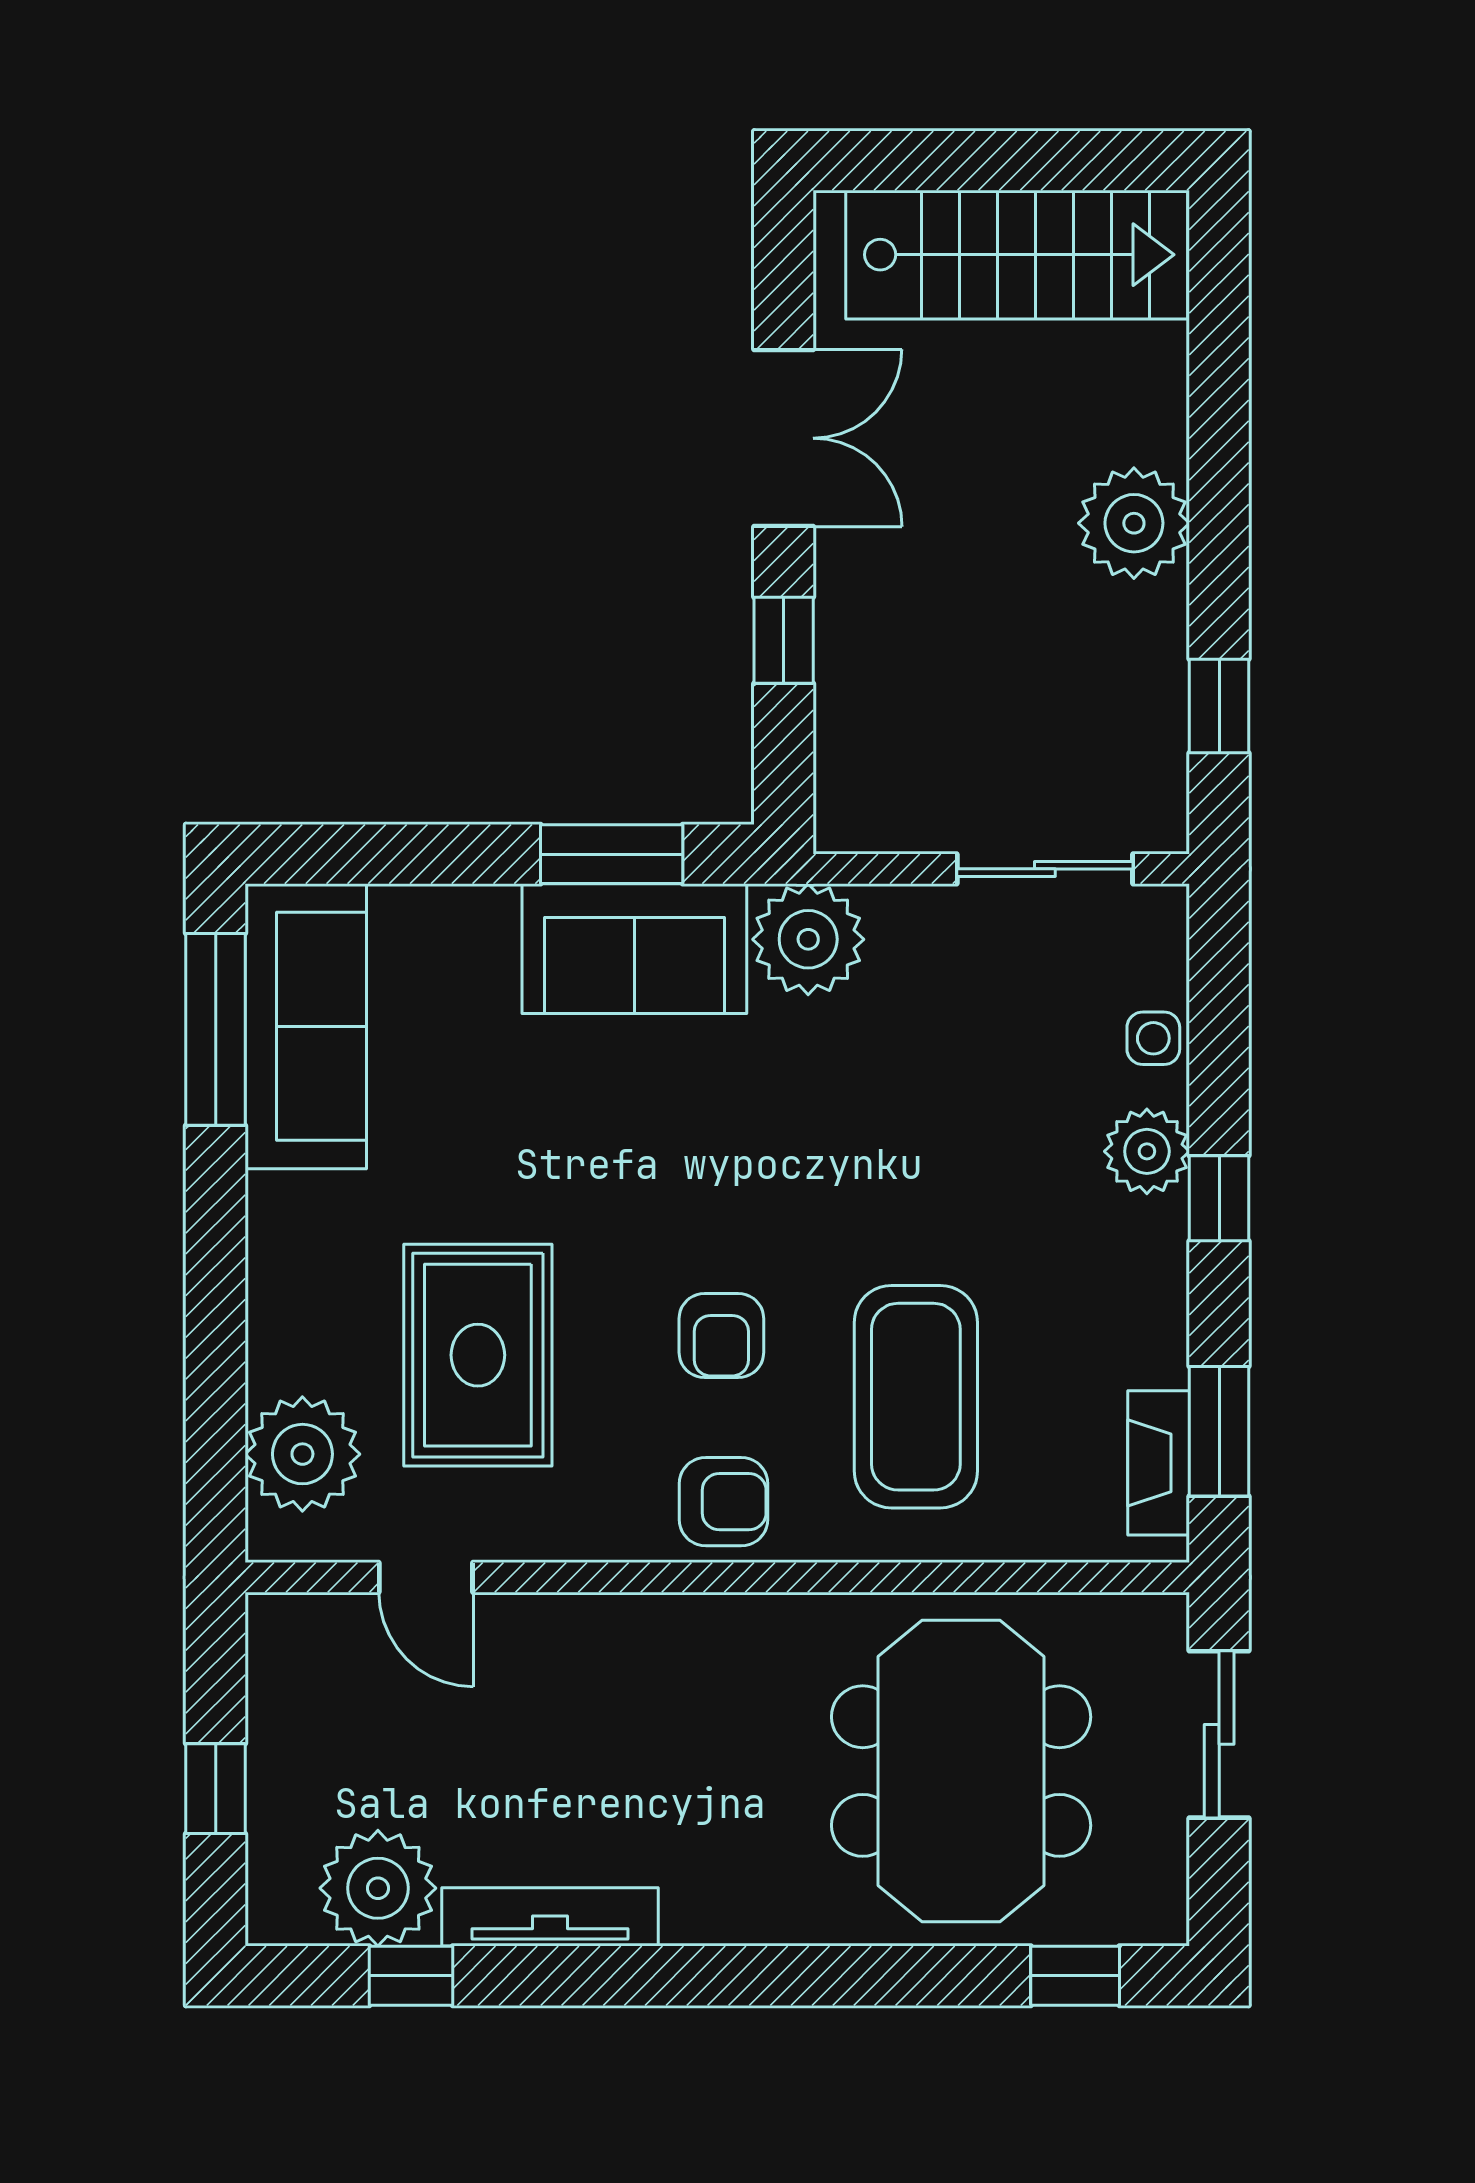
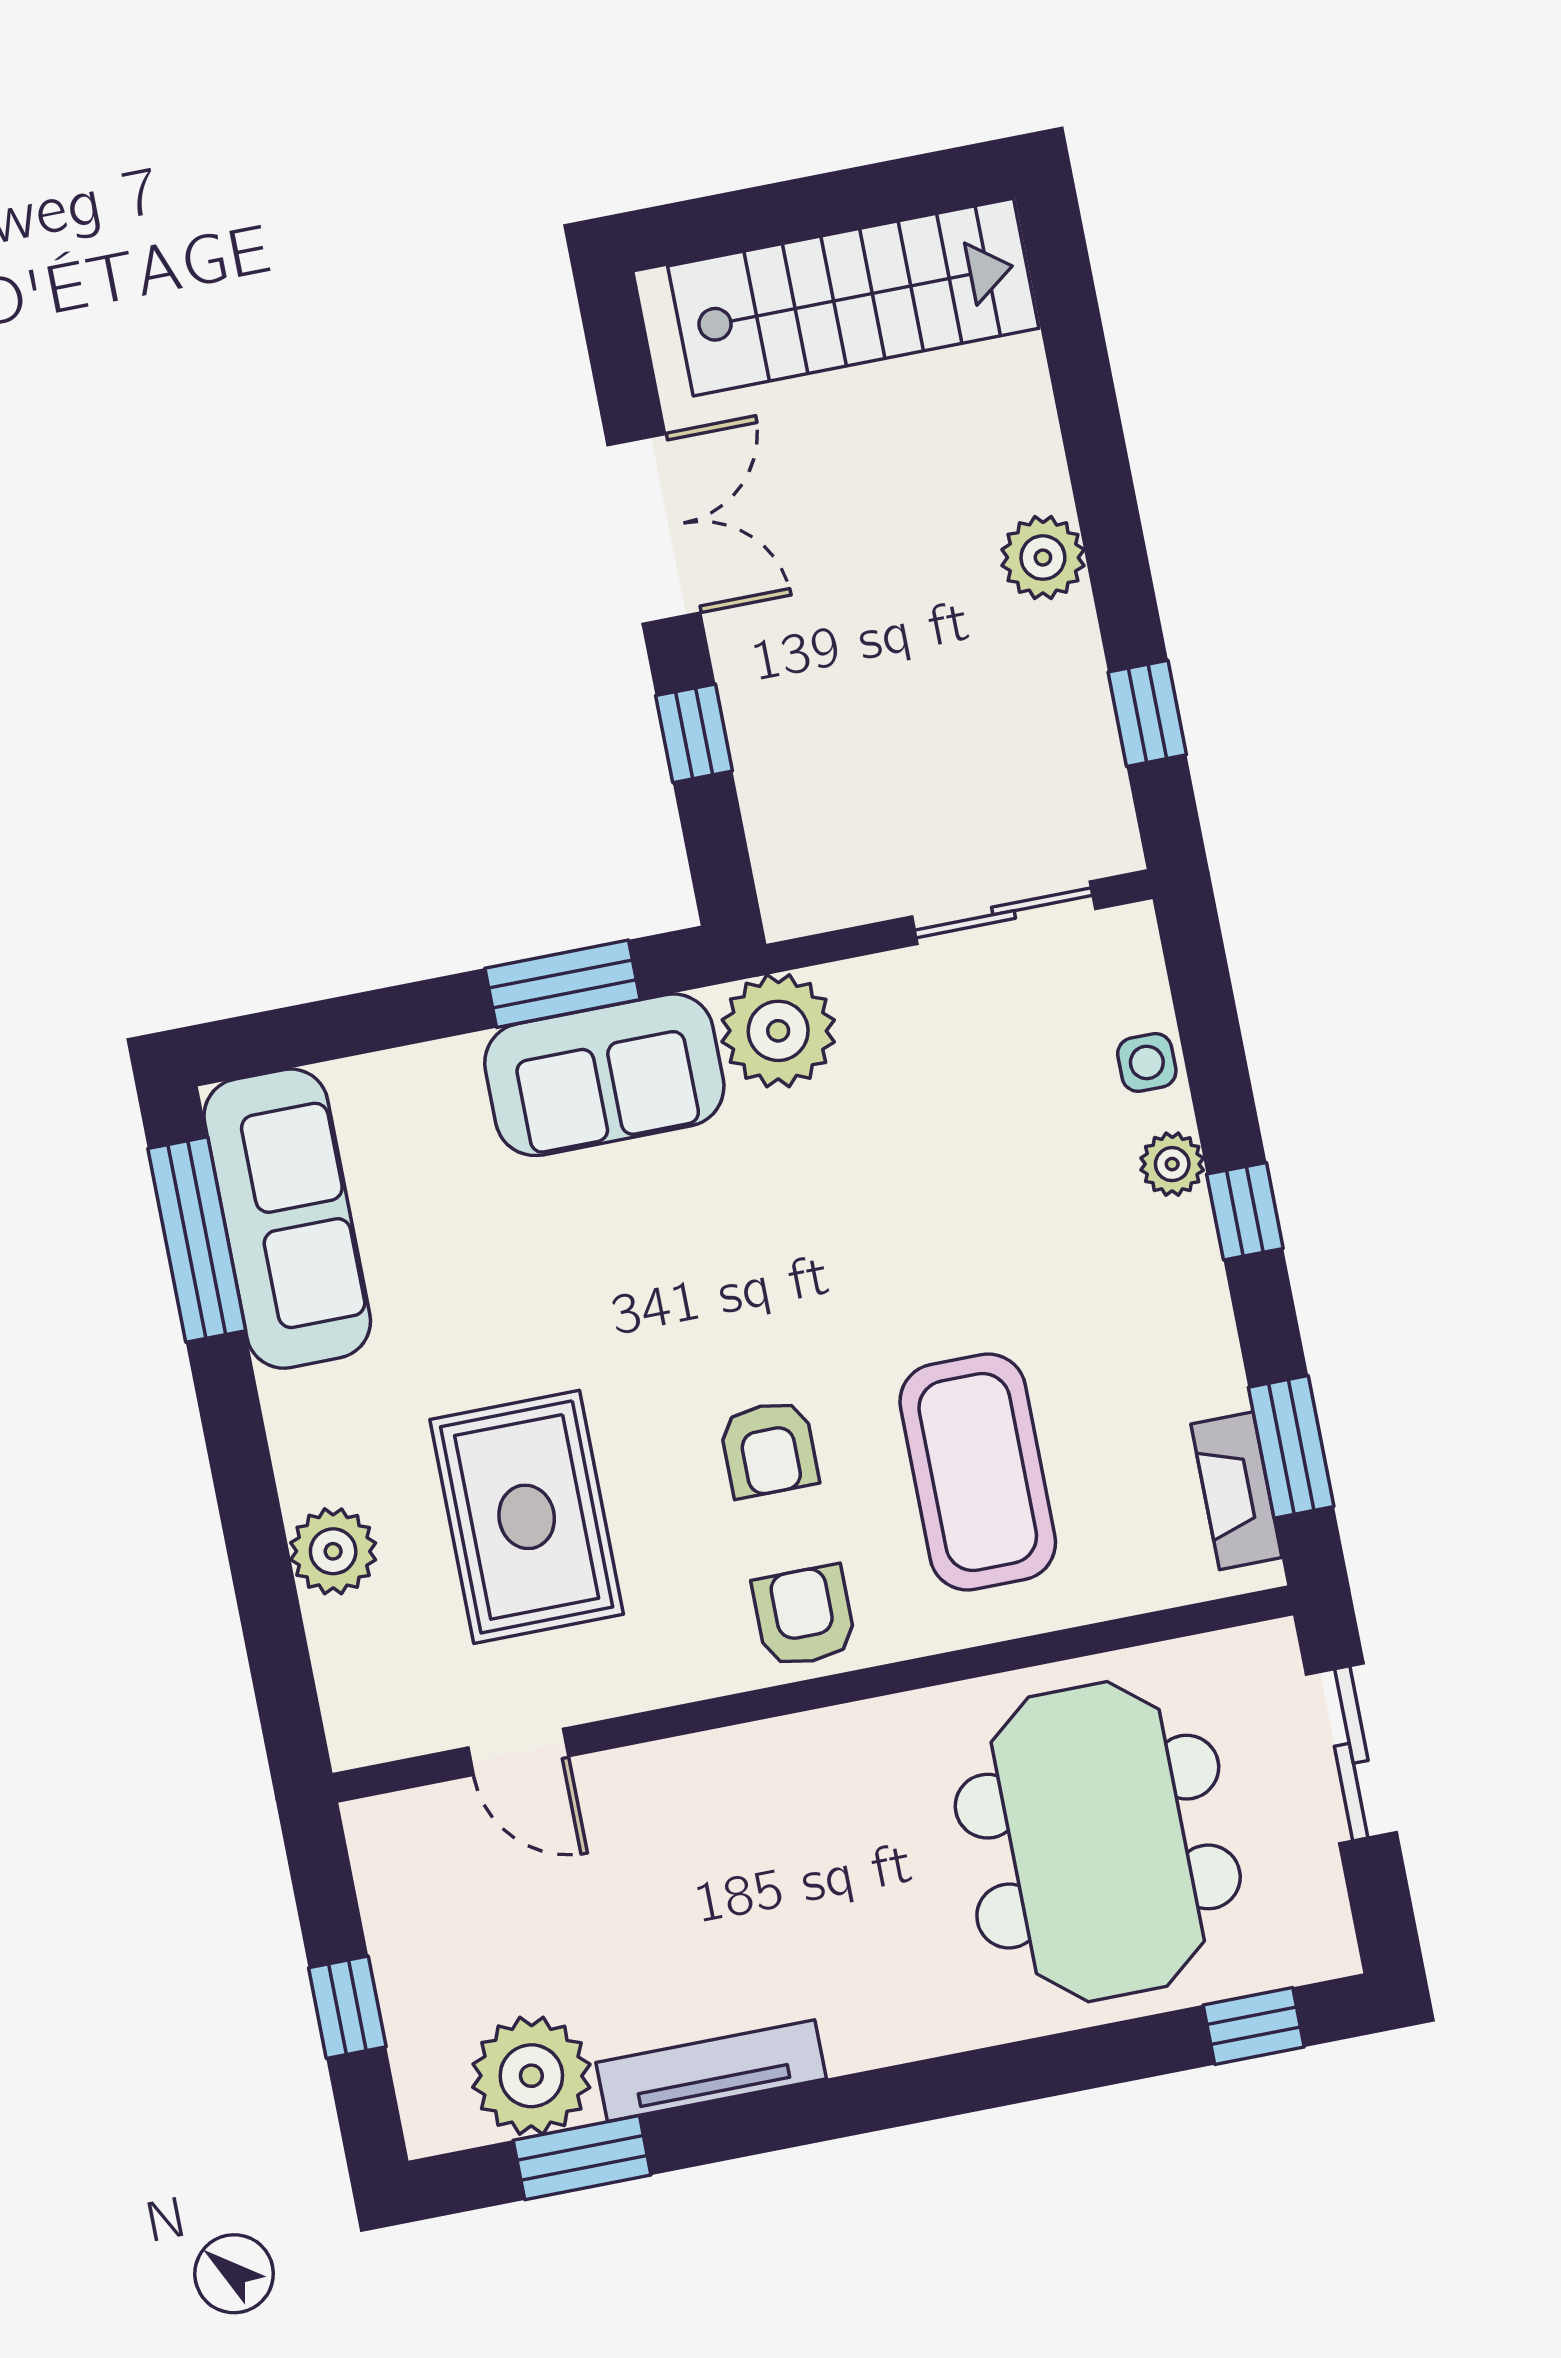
plant: (1134, 523) -> (1043, 558), width x0.73, depth x0.73
plant: (1147, 1151) -> (1172, 1164), width x0.73, depth x0.73
plant: (302, 1454) -> (333, 1551), moved, width x0.73, depth x0.73
armchair: (724, 1502) -> (804, 1616), turned -90
window: (411, 1976) -> (582, 2158), width x1.50

